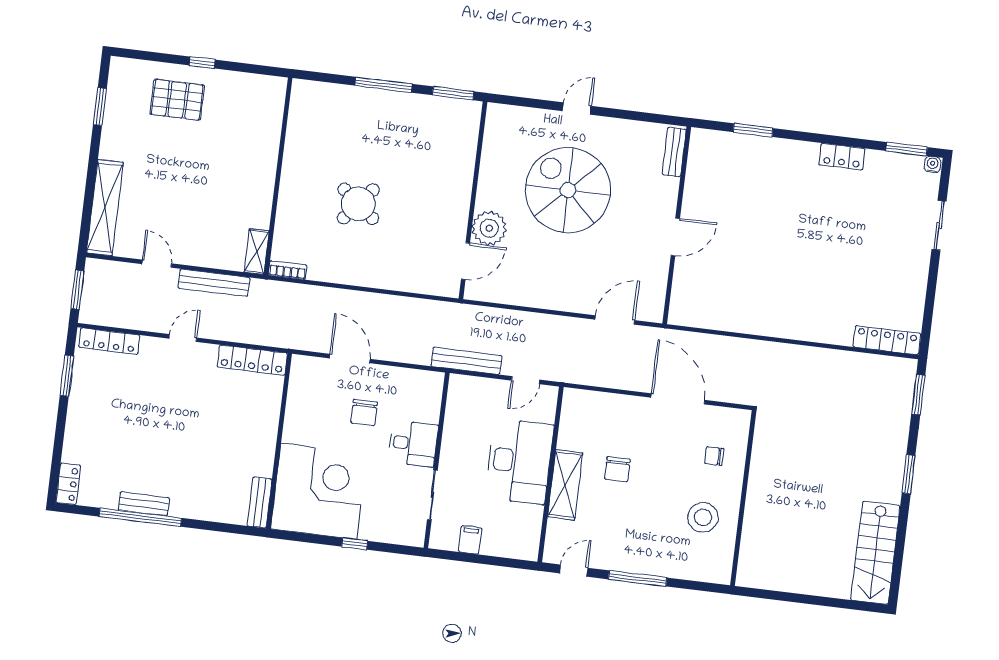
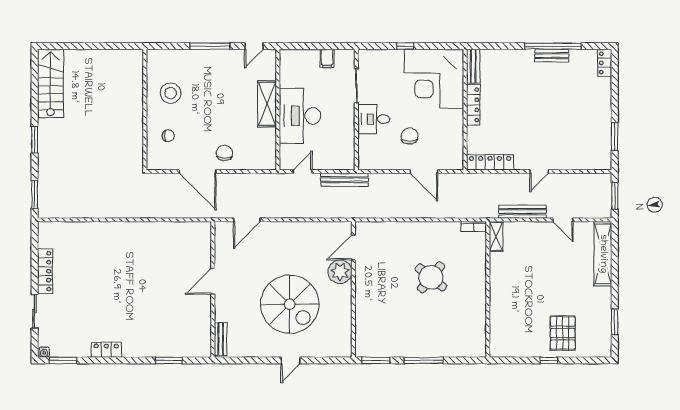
pallet: (177, 100) -> (563, 333), turned 90
locker: (887, 340) -> (45, 271), moved, turned -90
locker: (109, 341) -> (473, 105), moved, turned 90
chair: (617, 469) -> (224, 153), moved

